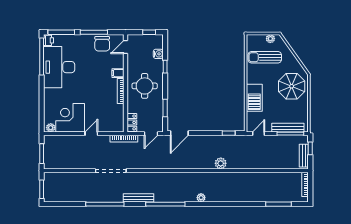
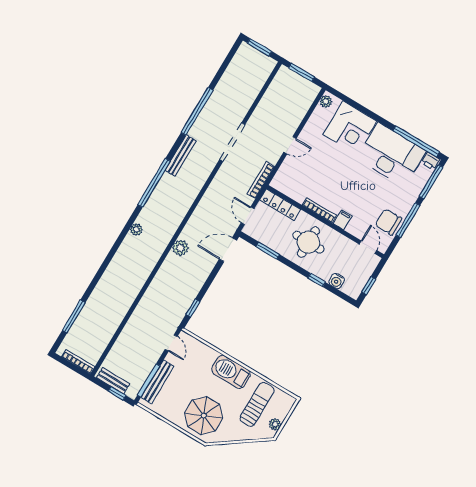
barbecue: (254, 98) -> (231, 372), moved
corner desk: (70, 118) -> (350, 128), moved, turned 90
locker: (132, 122) -> (280, 205), width x1.53
door: (179, 133) -> (228, 250), hinge flipped
door: (91, 134) -> (290, 145), hinge flipped
plant: (221, 163) -> (180, 248), moved

